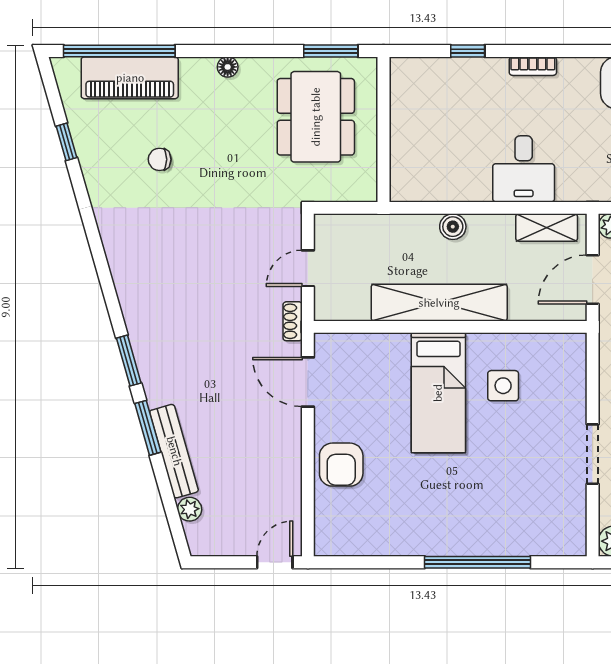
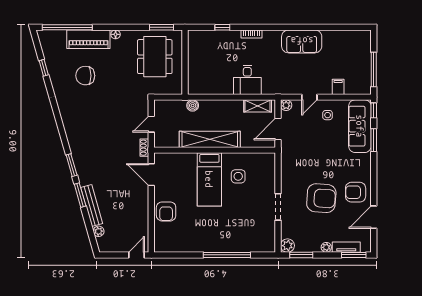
piano: (130, 78) -> (88, 39), moved
chair: (160, 159) -> (85, 76), width x1.87, depth x1.87
boiler: (453, 227) -> (193, 105), moved

